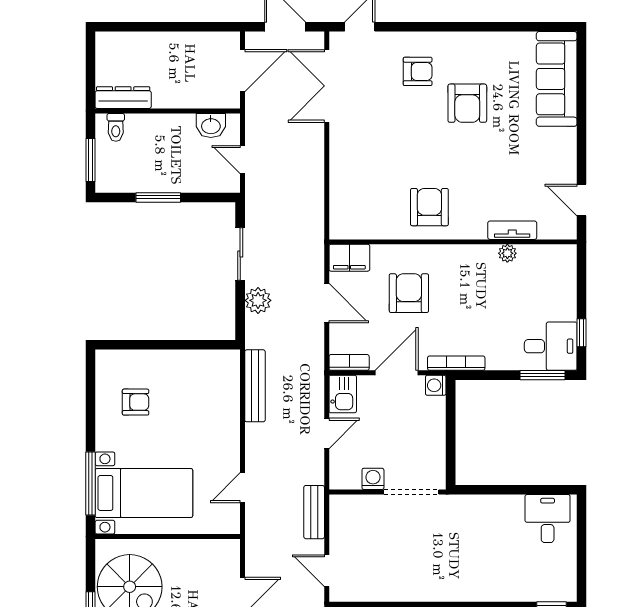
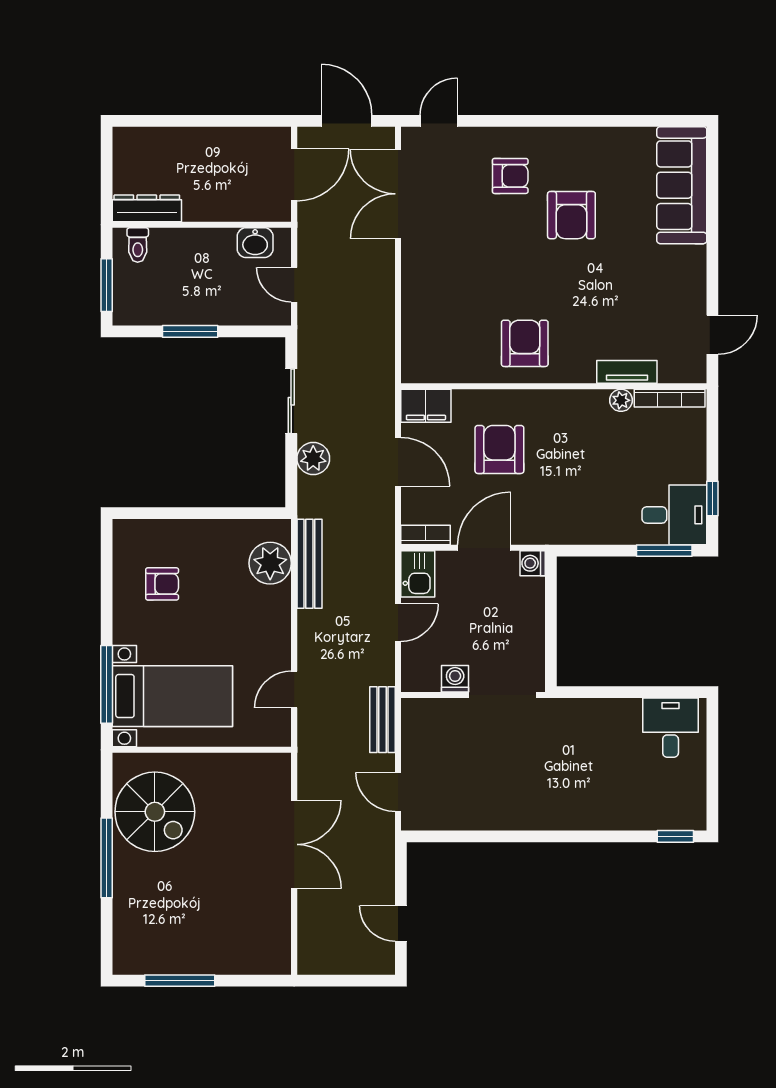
door: (582, 200) -> (712, 335), swing flipped
bookcase: (456, 363) -> (670, 398), moved, turned 180
plant: (223, 385) -> (270, 563), added

